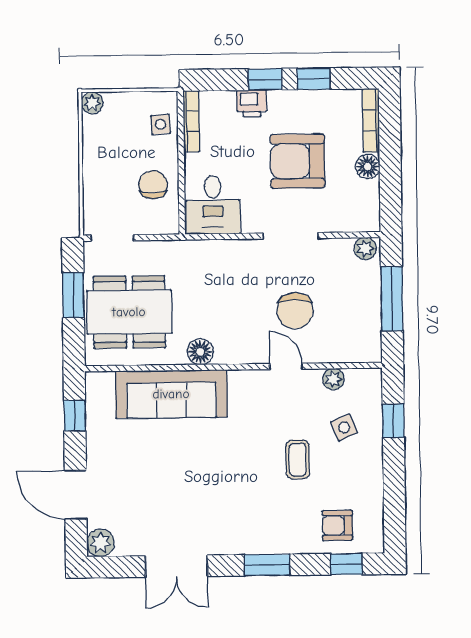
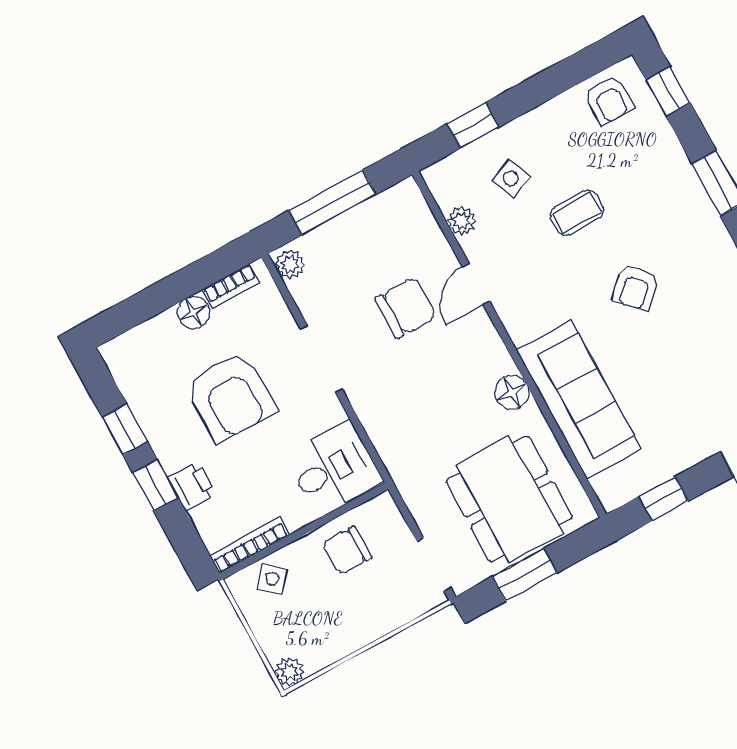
bookcase: (371, 120) -> (231, 286), moved, width x0.64
side table: (161, 124) -> (272, 579), turned 45
armchair: (227, 472) -> (635, 287), added
armchair: (337, 525) -> (609, 100), moved

